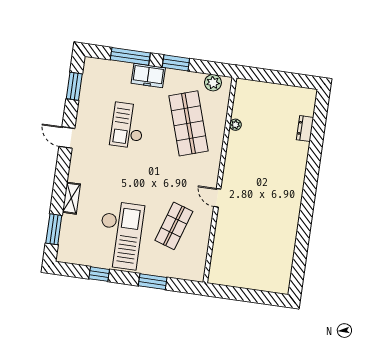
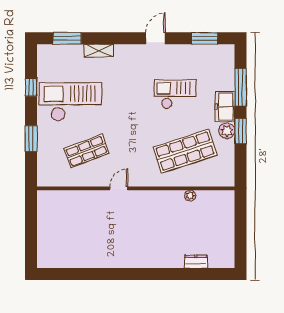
plant: (213, 83) -> (227, 131), moved
shop shelf: (174, 226) -> (86, 151), turned -39
checkout: (120, 235) -> (70, 102), turned 180

